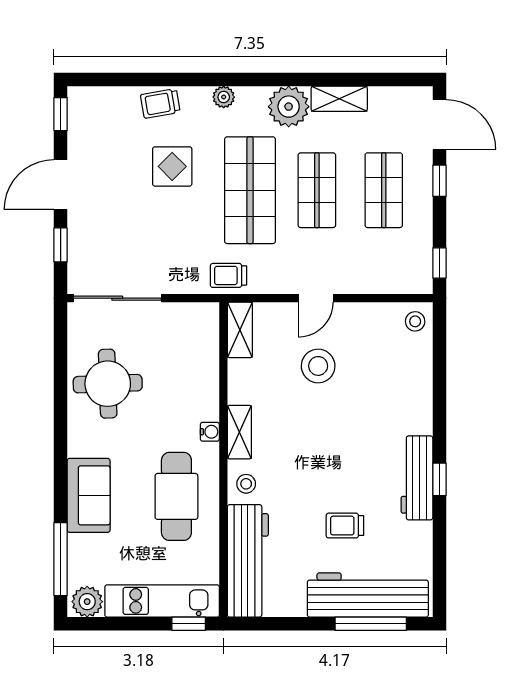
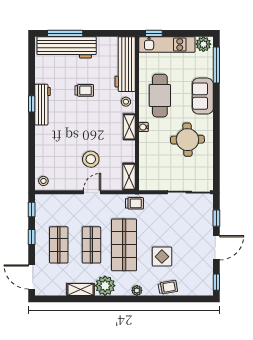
window: (439, 181) -> (32, 237), moved
round table: (108, 384) -> (187, 140), moved
trolley: (345, 526) -> (84, 90), moved

